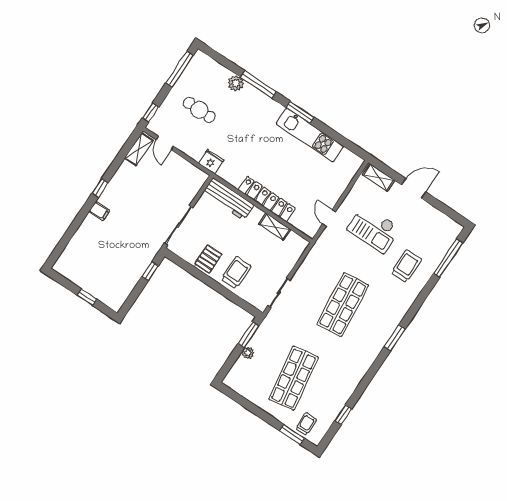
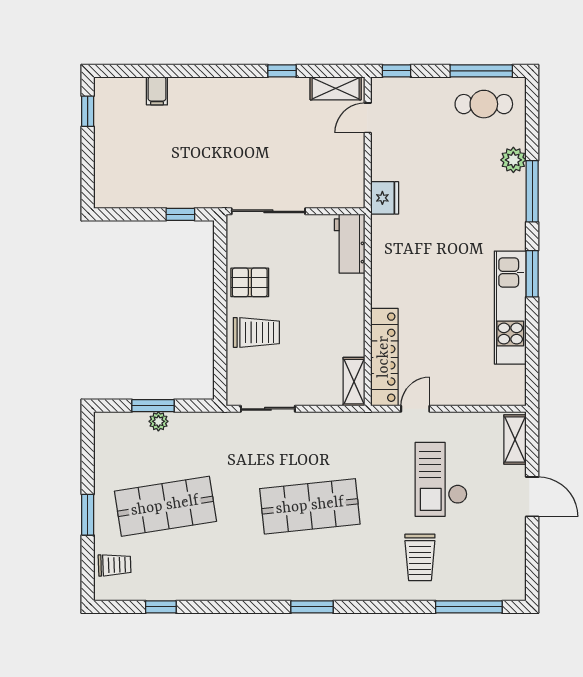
cafe table: (199, 110) -> (484, 104), moved, turned 90
window: (100, 188) -> (282, 71), moved
workbench: (228, 199) -> (350, 244), width x0.73
locker: (267, 199) -> (384, 357), moved
filing cabinet: (99, 211) -> (157, 91), moved
shelving: (275, 227) -> (354, 382), moved
trolley: (406, 266) -> (420, 557), turned 90
window: (87, 297) -> (88, 111), moved
window: (248, 335) -> (153, 406), moved
window: (292, 434) -> (88, 515), moved

